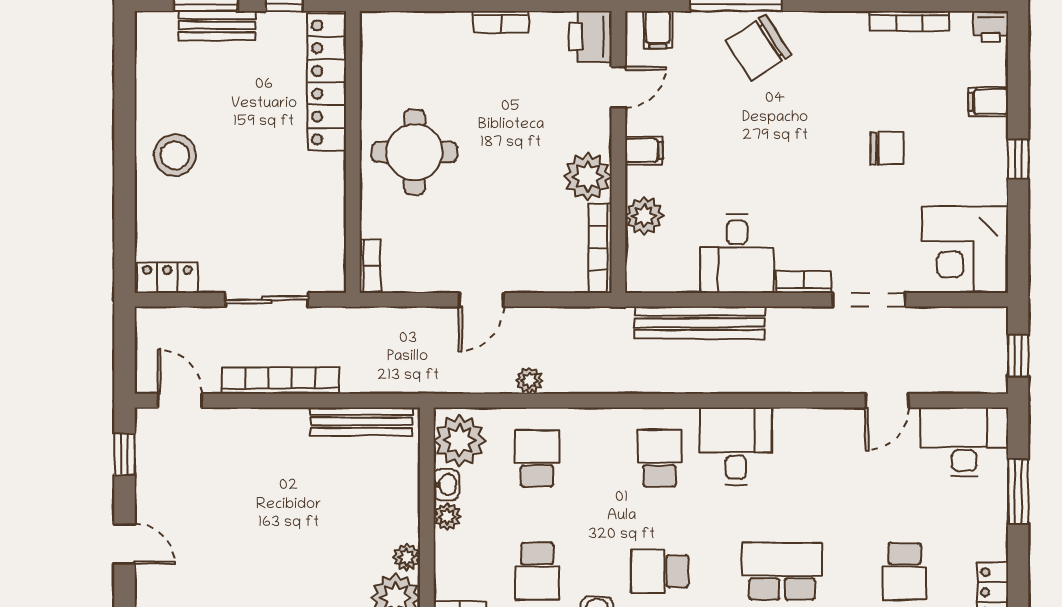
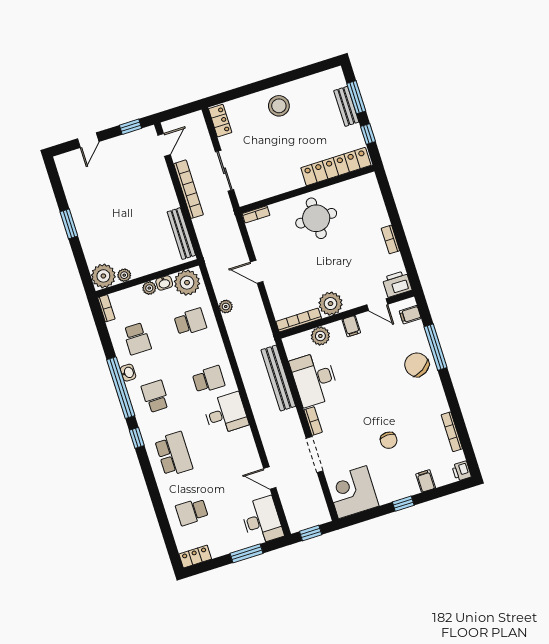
desk: (737, 254) -> (314, 379), width x1.37
school desk: (537, 571) -> (137, 339), turned -90

